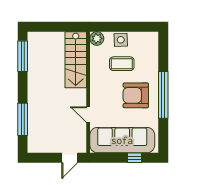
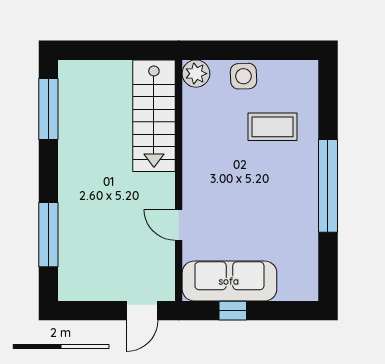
coffee table: (122, 64) -> (273, 127), moved
armchair: (136, 95) -> (273, 187), removed
sofa: (122, 140) -> (229, 281), width x0.74, depth x0.79
window: (135, 158) -> (233, 311), moved

